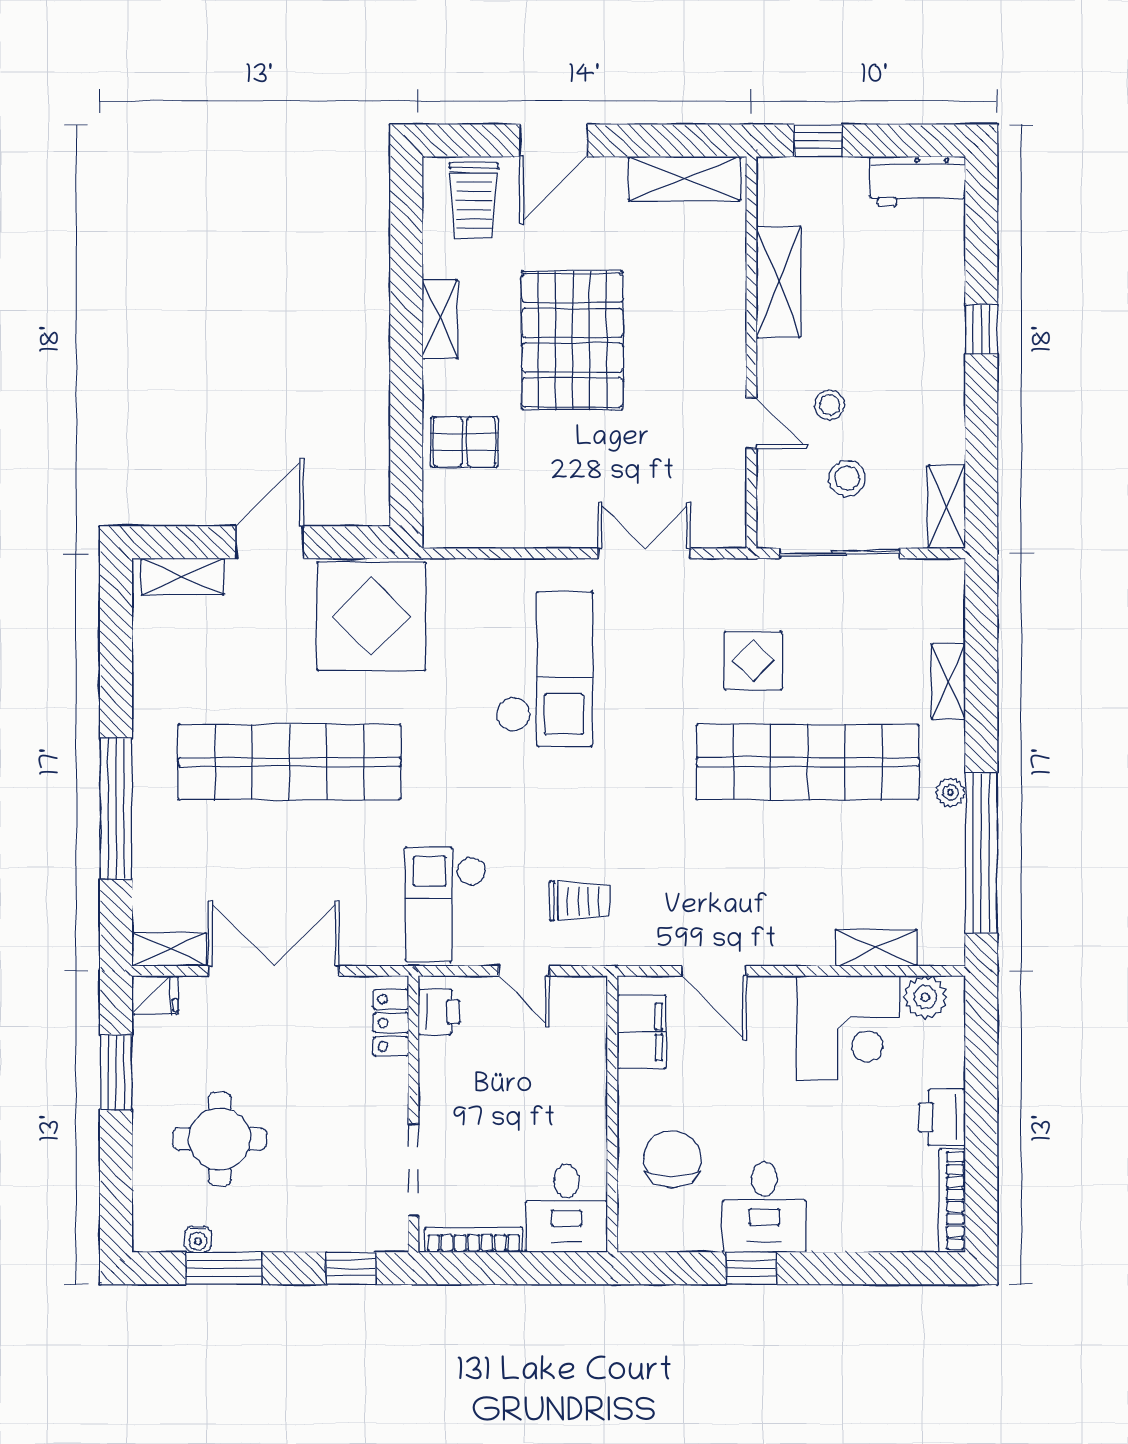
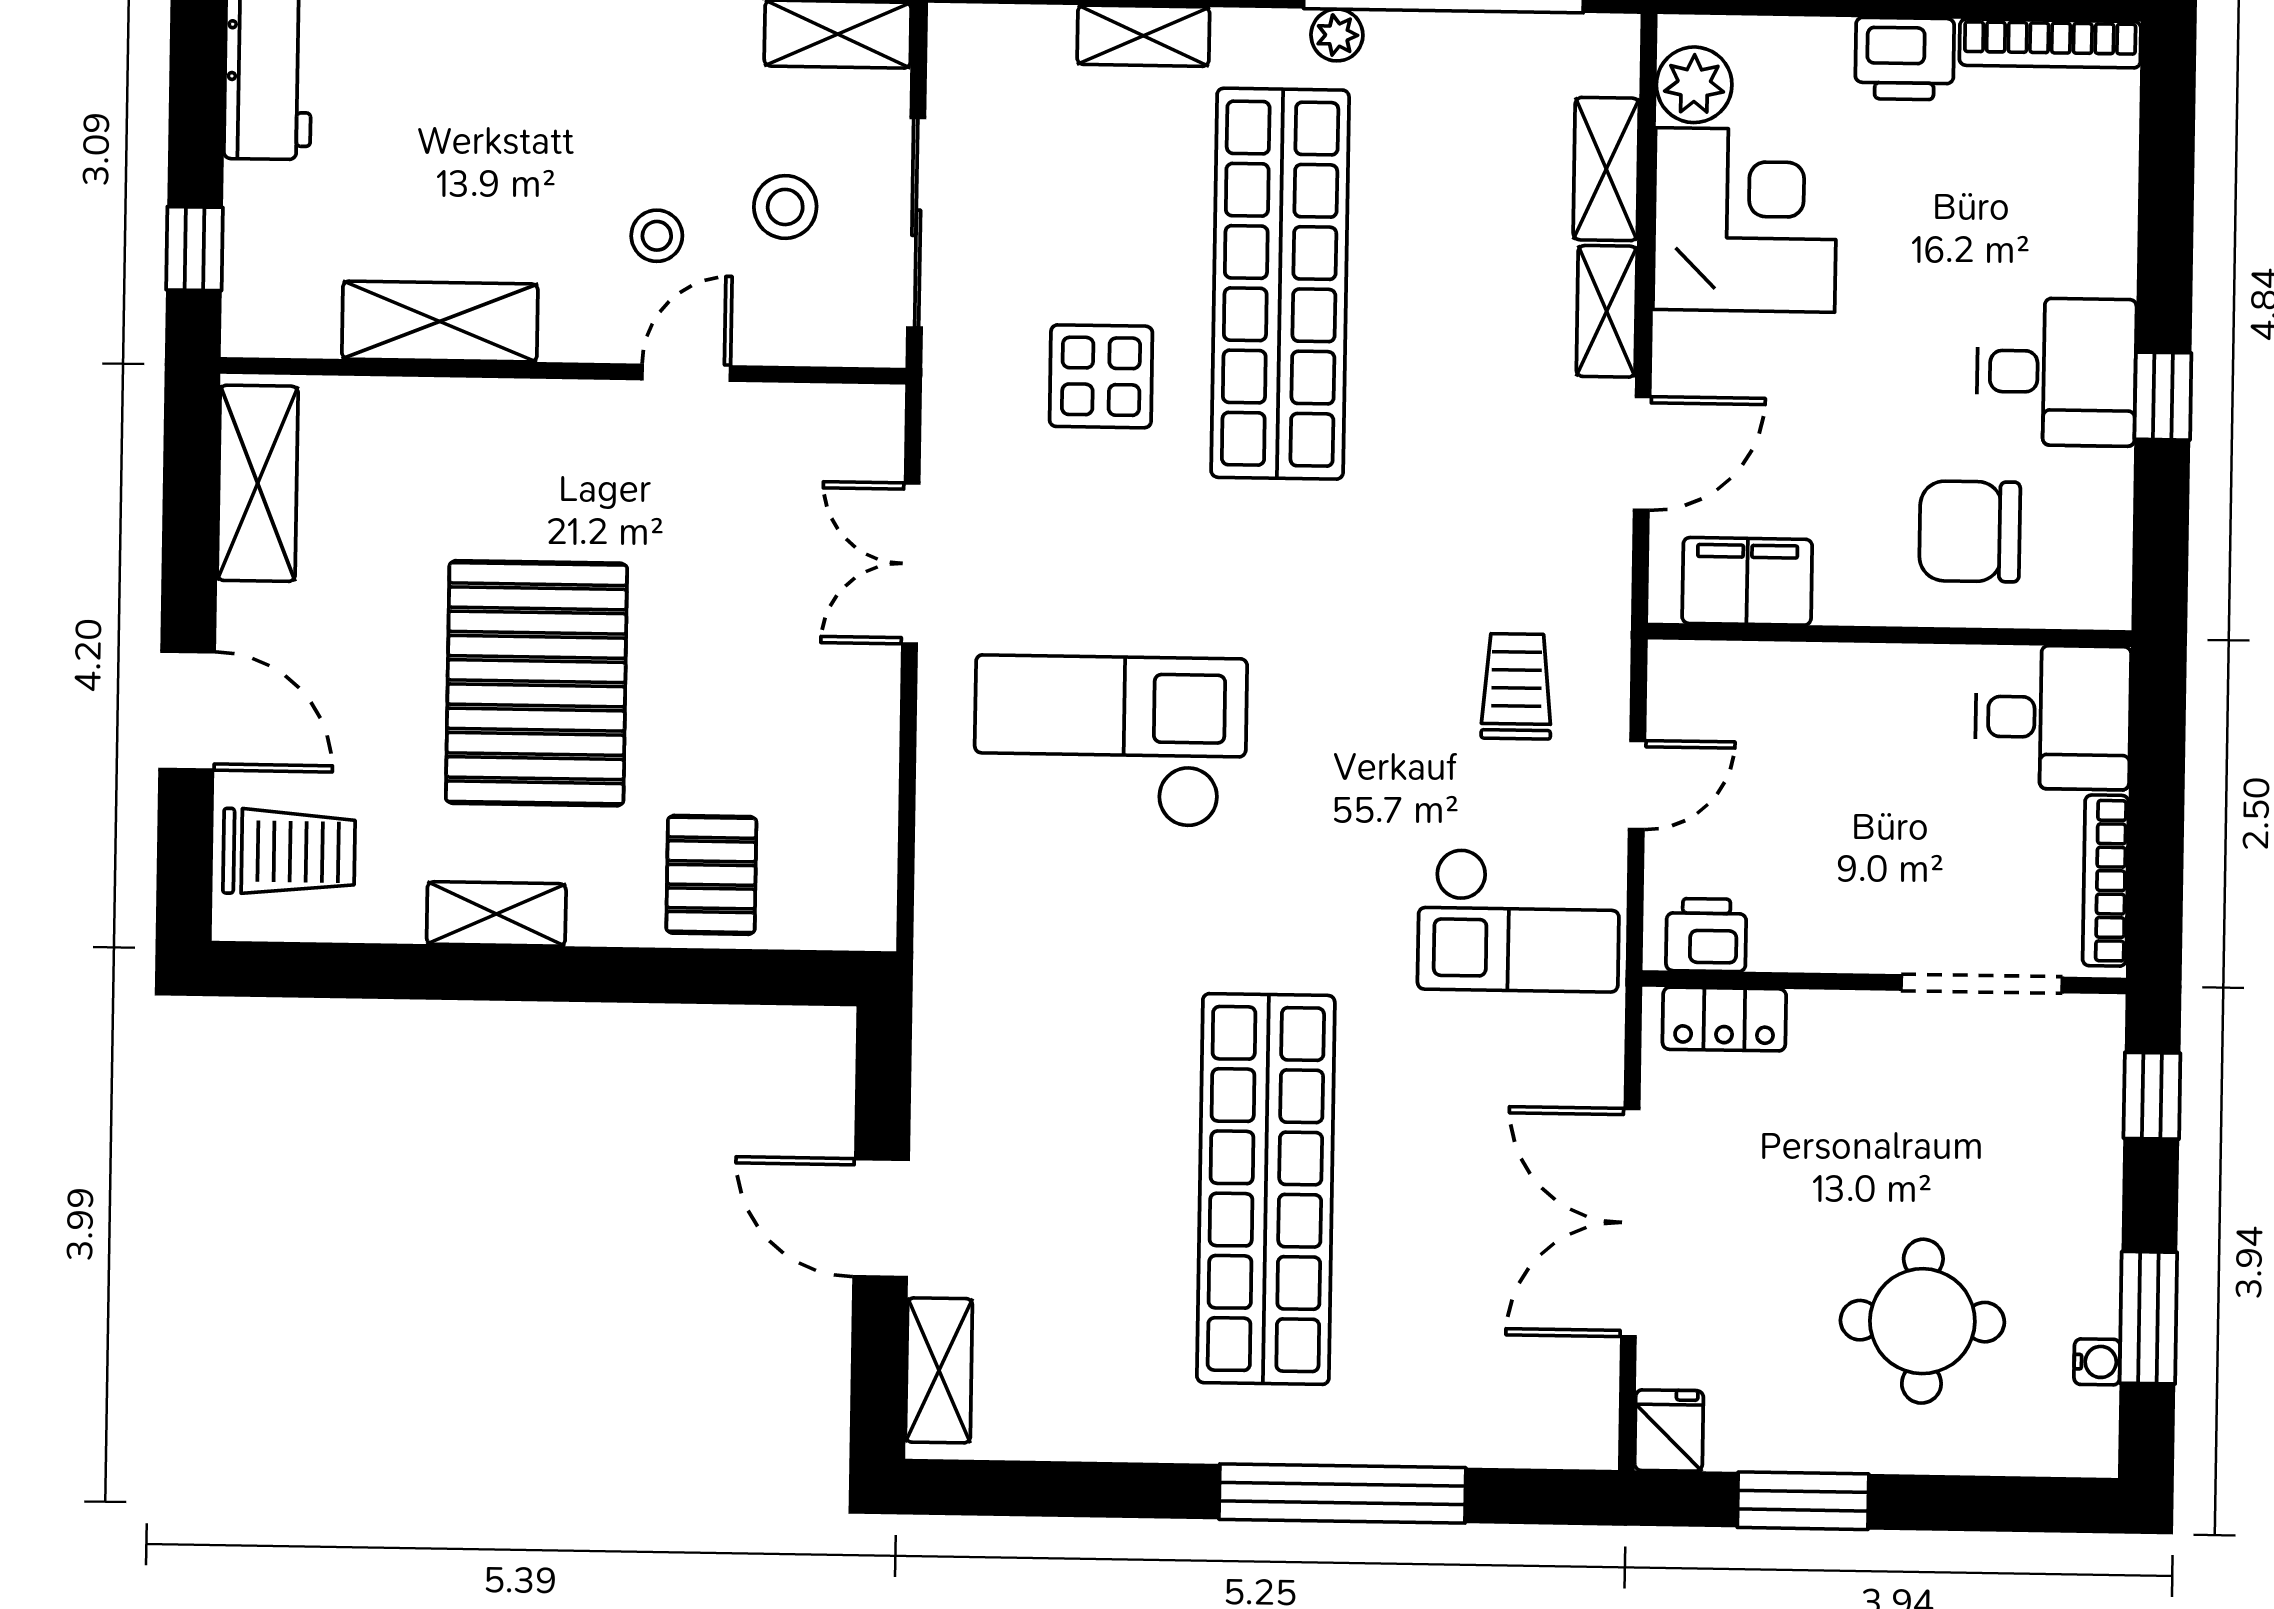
pallet: (572, 340) -> (536, 683), turned 90
display table: (371, 616) -> (1013, 1042), removed
shelving: (169, 949) -> (1607, 311), moved

